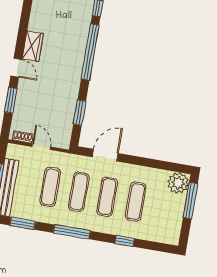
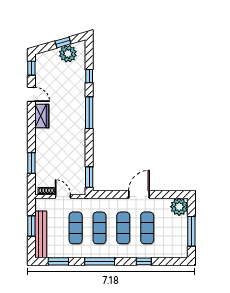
window: (90, 52) -> (89, 113), width x0.68
door: (16, 68) -> (31, 94), moved
window: (80, 113) -> (89, 177), moved
door: (105, 155) -> (139, 194), moved
window: (190, 201) -> (191, 231), moved

